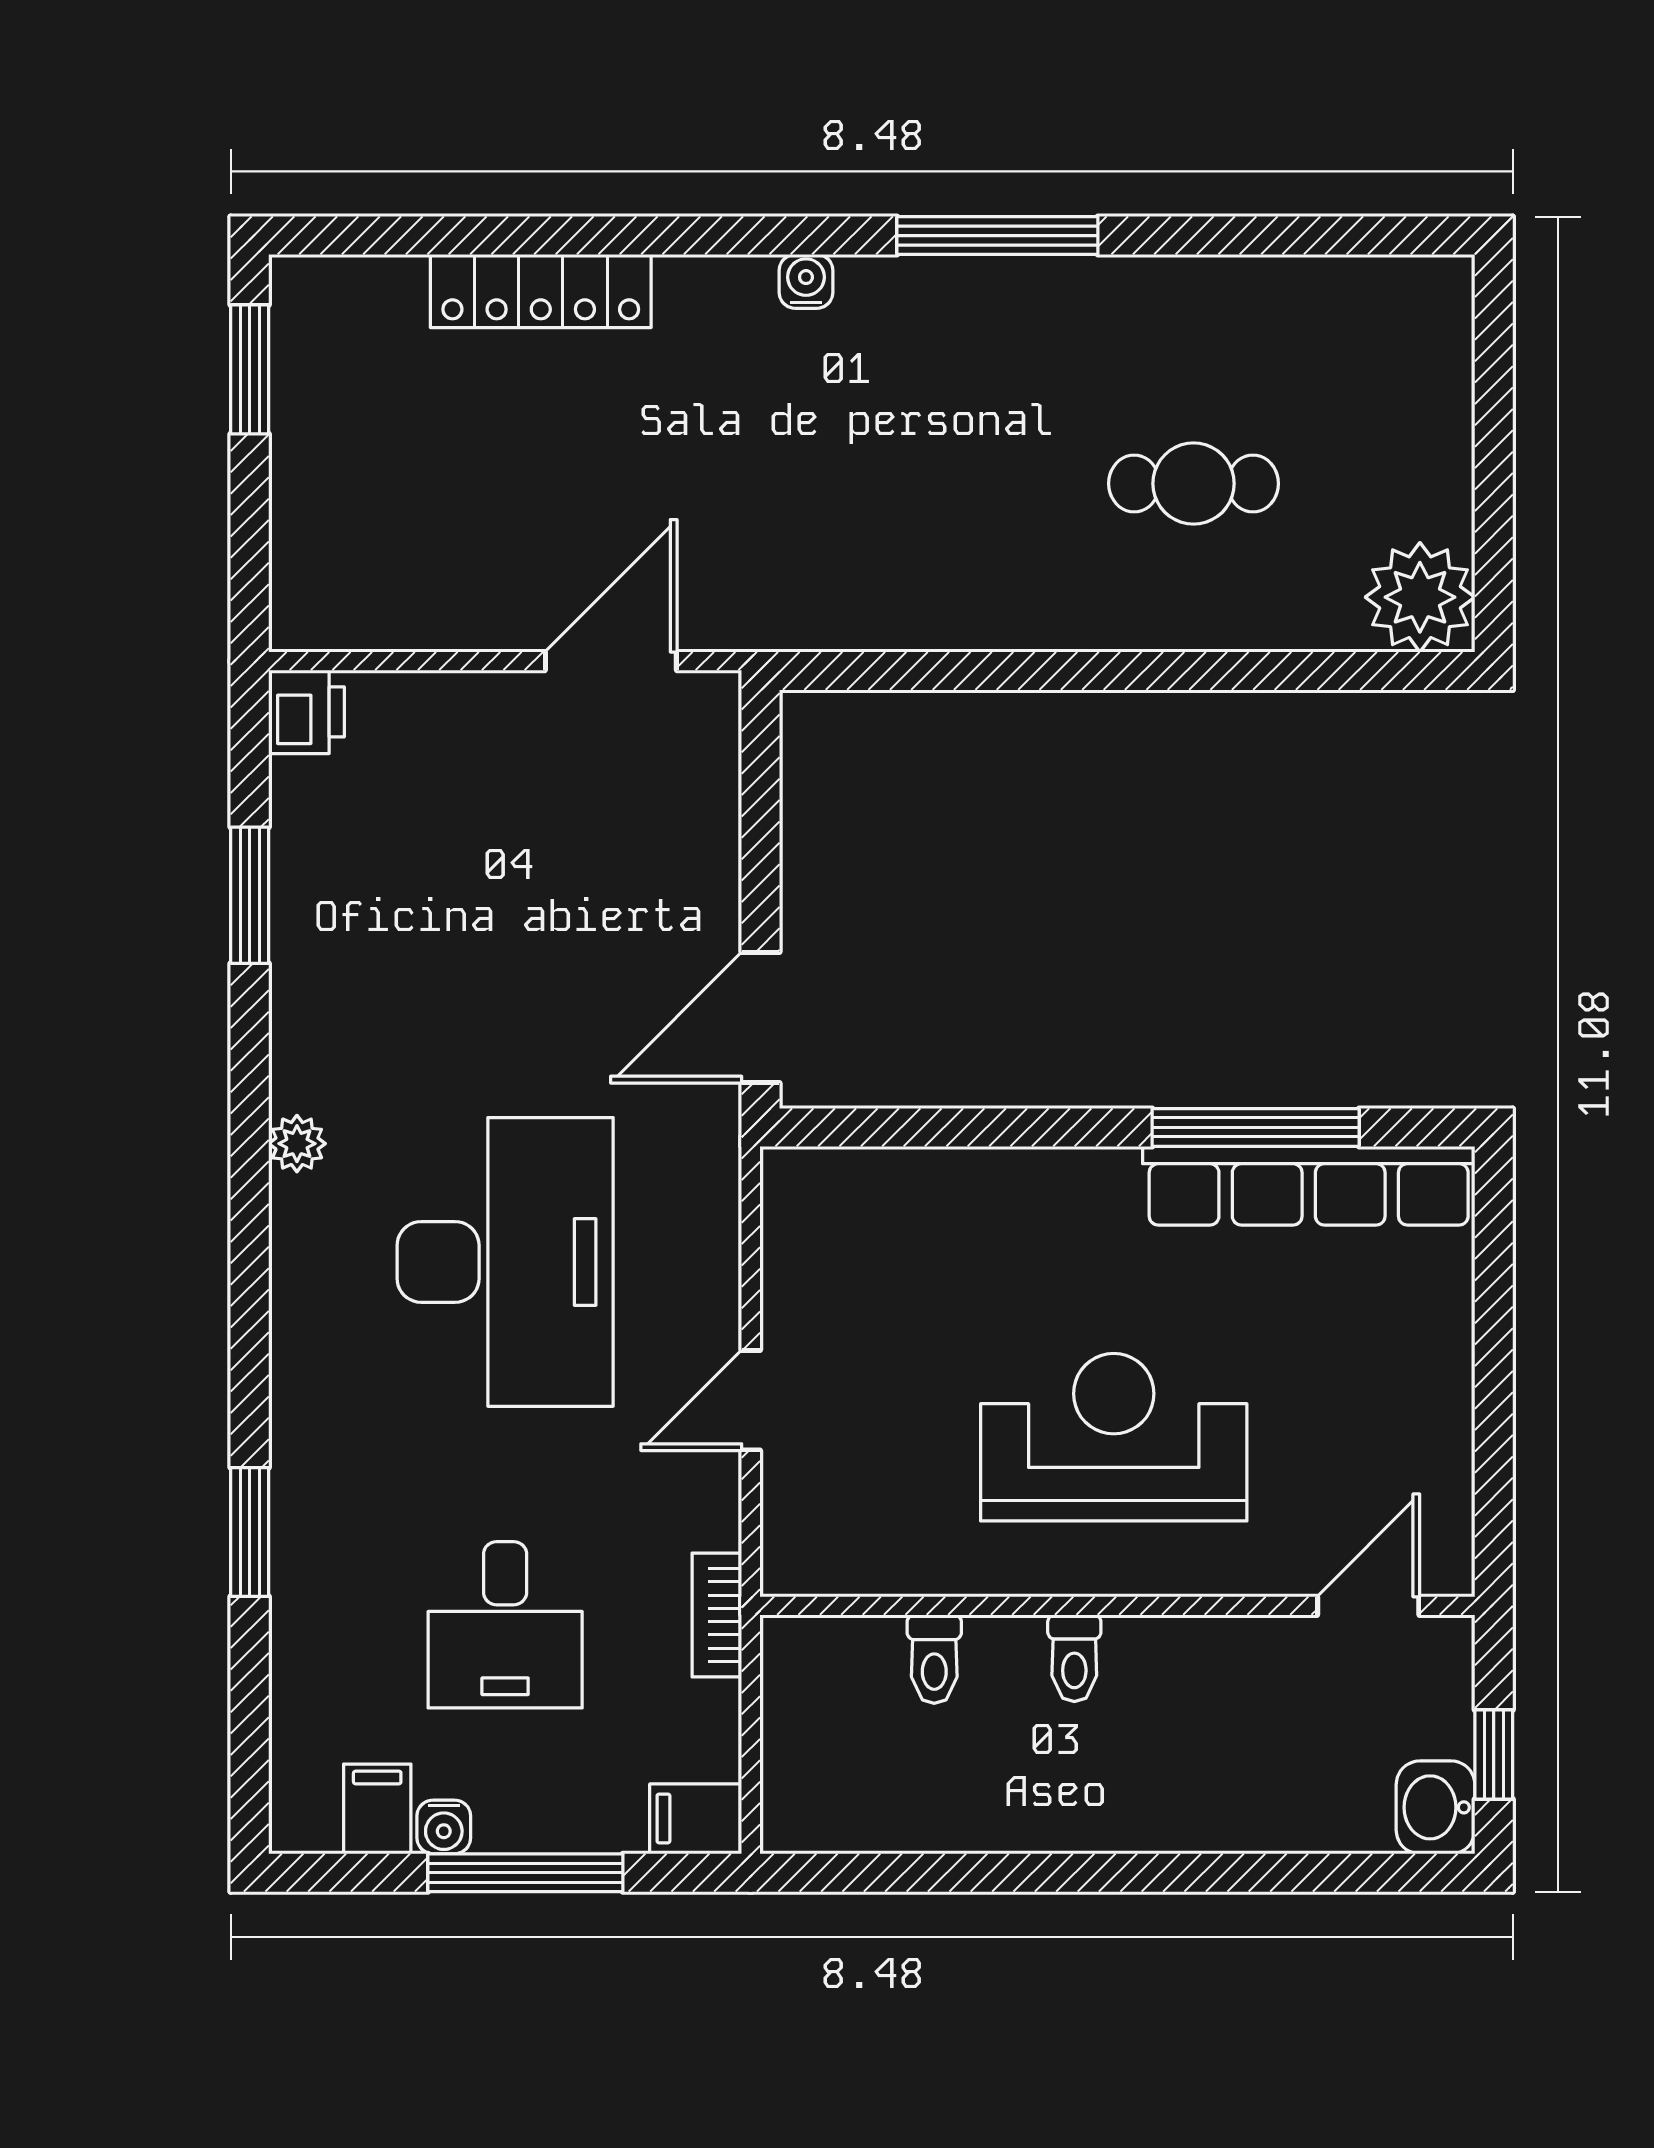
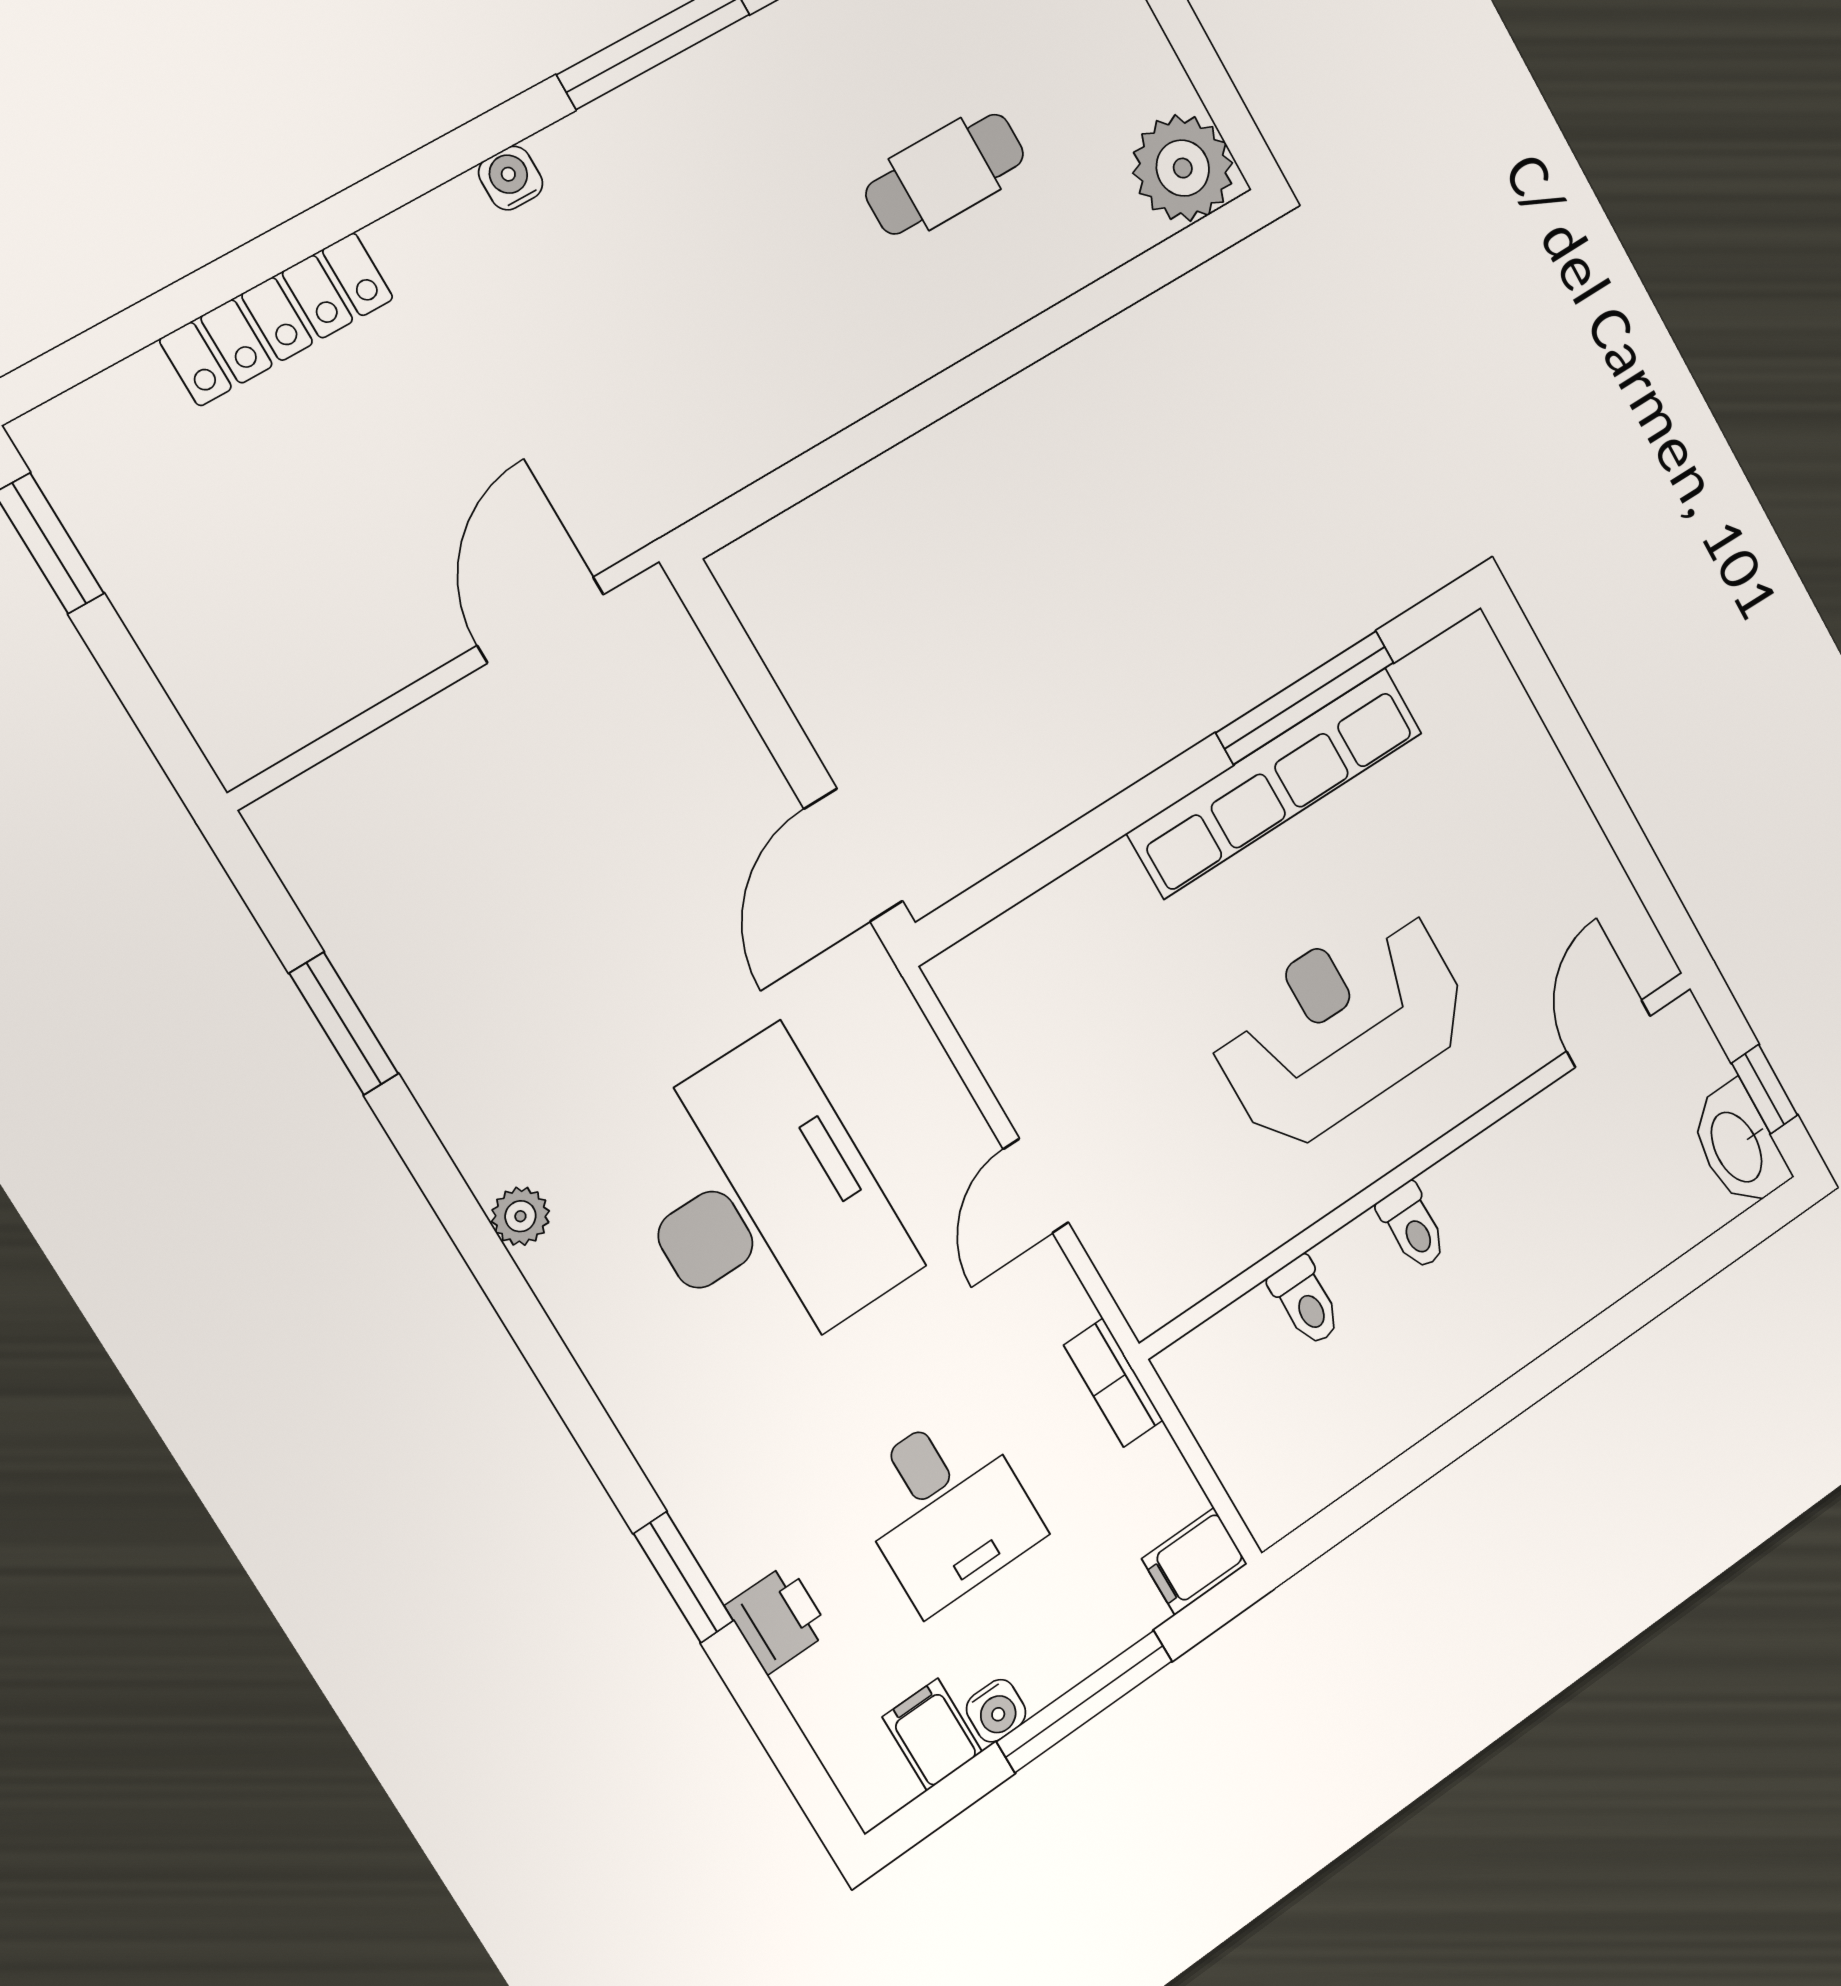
printer: (306, 712) -> (778, 1619), moved
row of seats: (1309, 1186) -> (1276, 783), moved
washbasin: (1436, 1807) -> (1738, 1146), width x1.38

